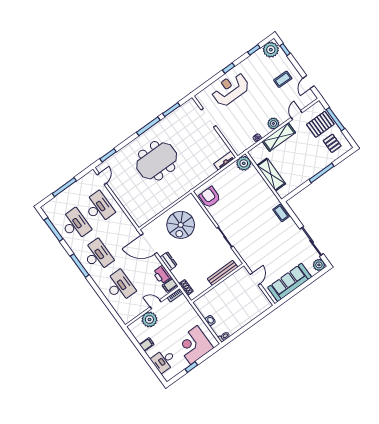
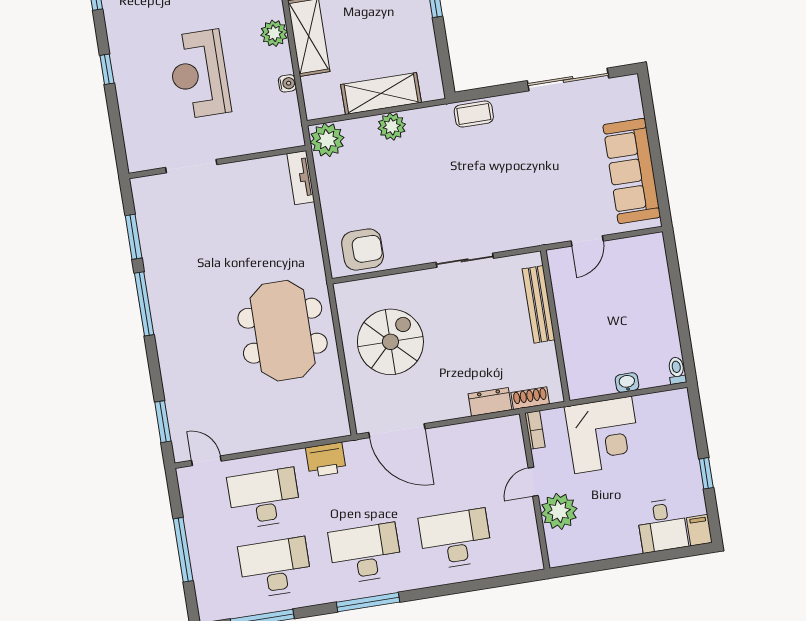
reception desk: (230, 89) -> (199, 74), moved
meeting table: (157, 161) -> (283, 331), moved
armchair: (210, 197) -> (363, 250), turned 180
spiral stairs: (181, 225) -> (390, 342), turned -90
door: (149, 244) -> (397, 431), hinge flipped
dresser: (168, 261) -> (490, 402), moved
plant: (319, 265) -> (392, 126), moved
printer: (162, 275) -> (326, 460), moved
door: (255, 279) -> (587, 241), swing flipped
filing cabinet: (170, 285) -> (508, 431), removed
filing cabinet: (147, 344) -> (699, 530), moved
corner desk: (194, 345) -> (603, 435), moved, turned -90

